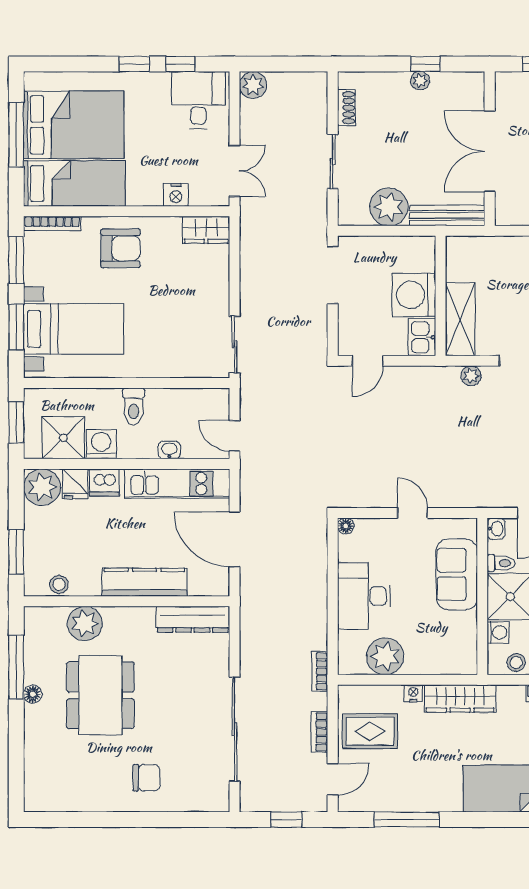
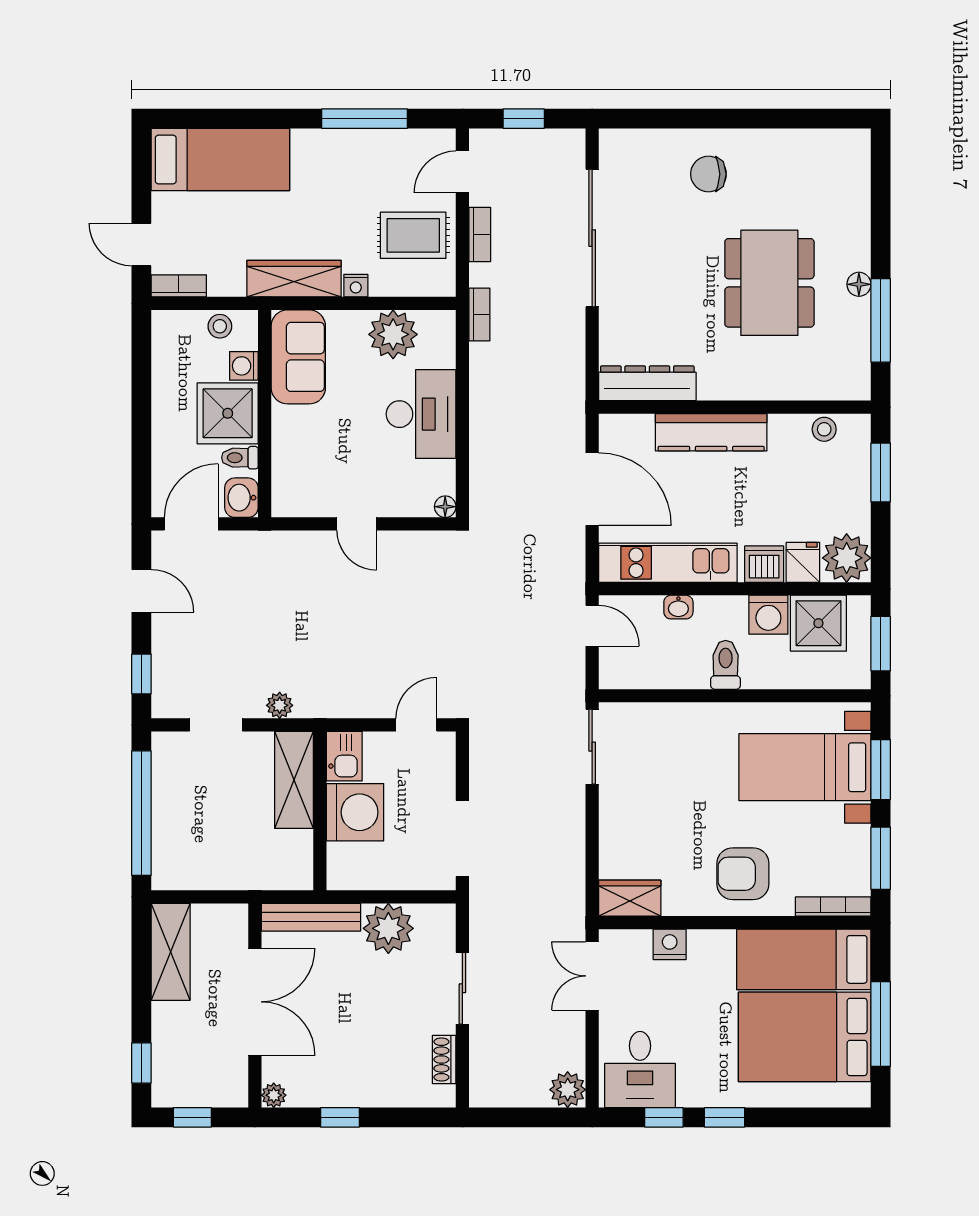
plant: (420, 81) -> (274, 1095), moved
washbasin: (496, 529) -> (241, 498), width x1.38, depth x1.45
sofa: (457, 574) -> (298, 357), moved
plant: (85, 623) -> (790, 378), removed

